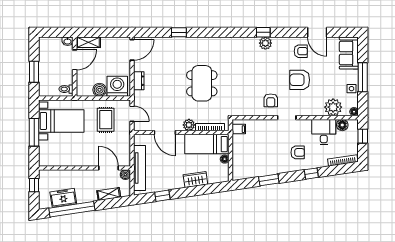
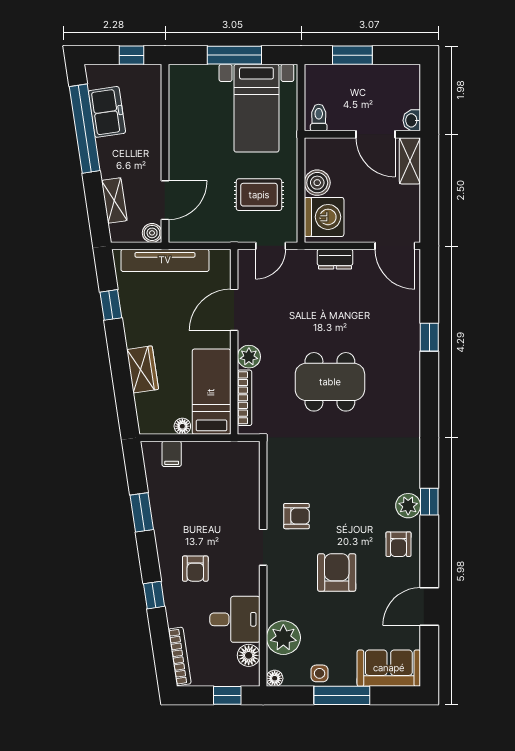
armchair: (301, 51) -> (398, 544), moved
armchair: (271, 100) -> (297, 516), turned 180
filing cabinet: (239, 129) -> (172, 454), moved

